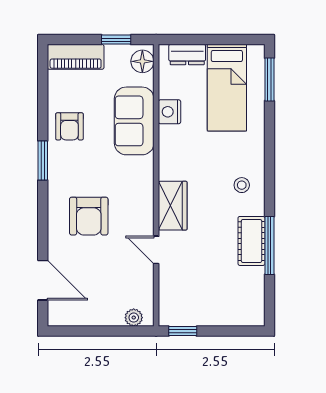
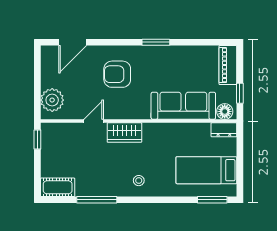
dresser: (187, 55) -> (224, 130), moved, turned -90
nightstand: (170, 112) -> (190, 130), removed
sofa: (134, 121) -> (183, 106), width x1.36
armchair: (69, 126) -> (180, 61), removed
cot: (251, 241) -> (58, 187), moved
plant: (134, 318) -> (52, 100), width x1.87, depth x1.87

